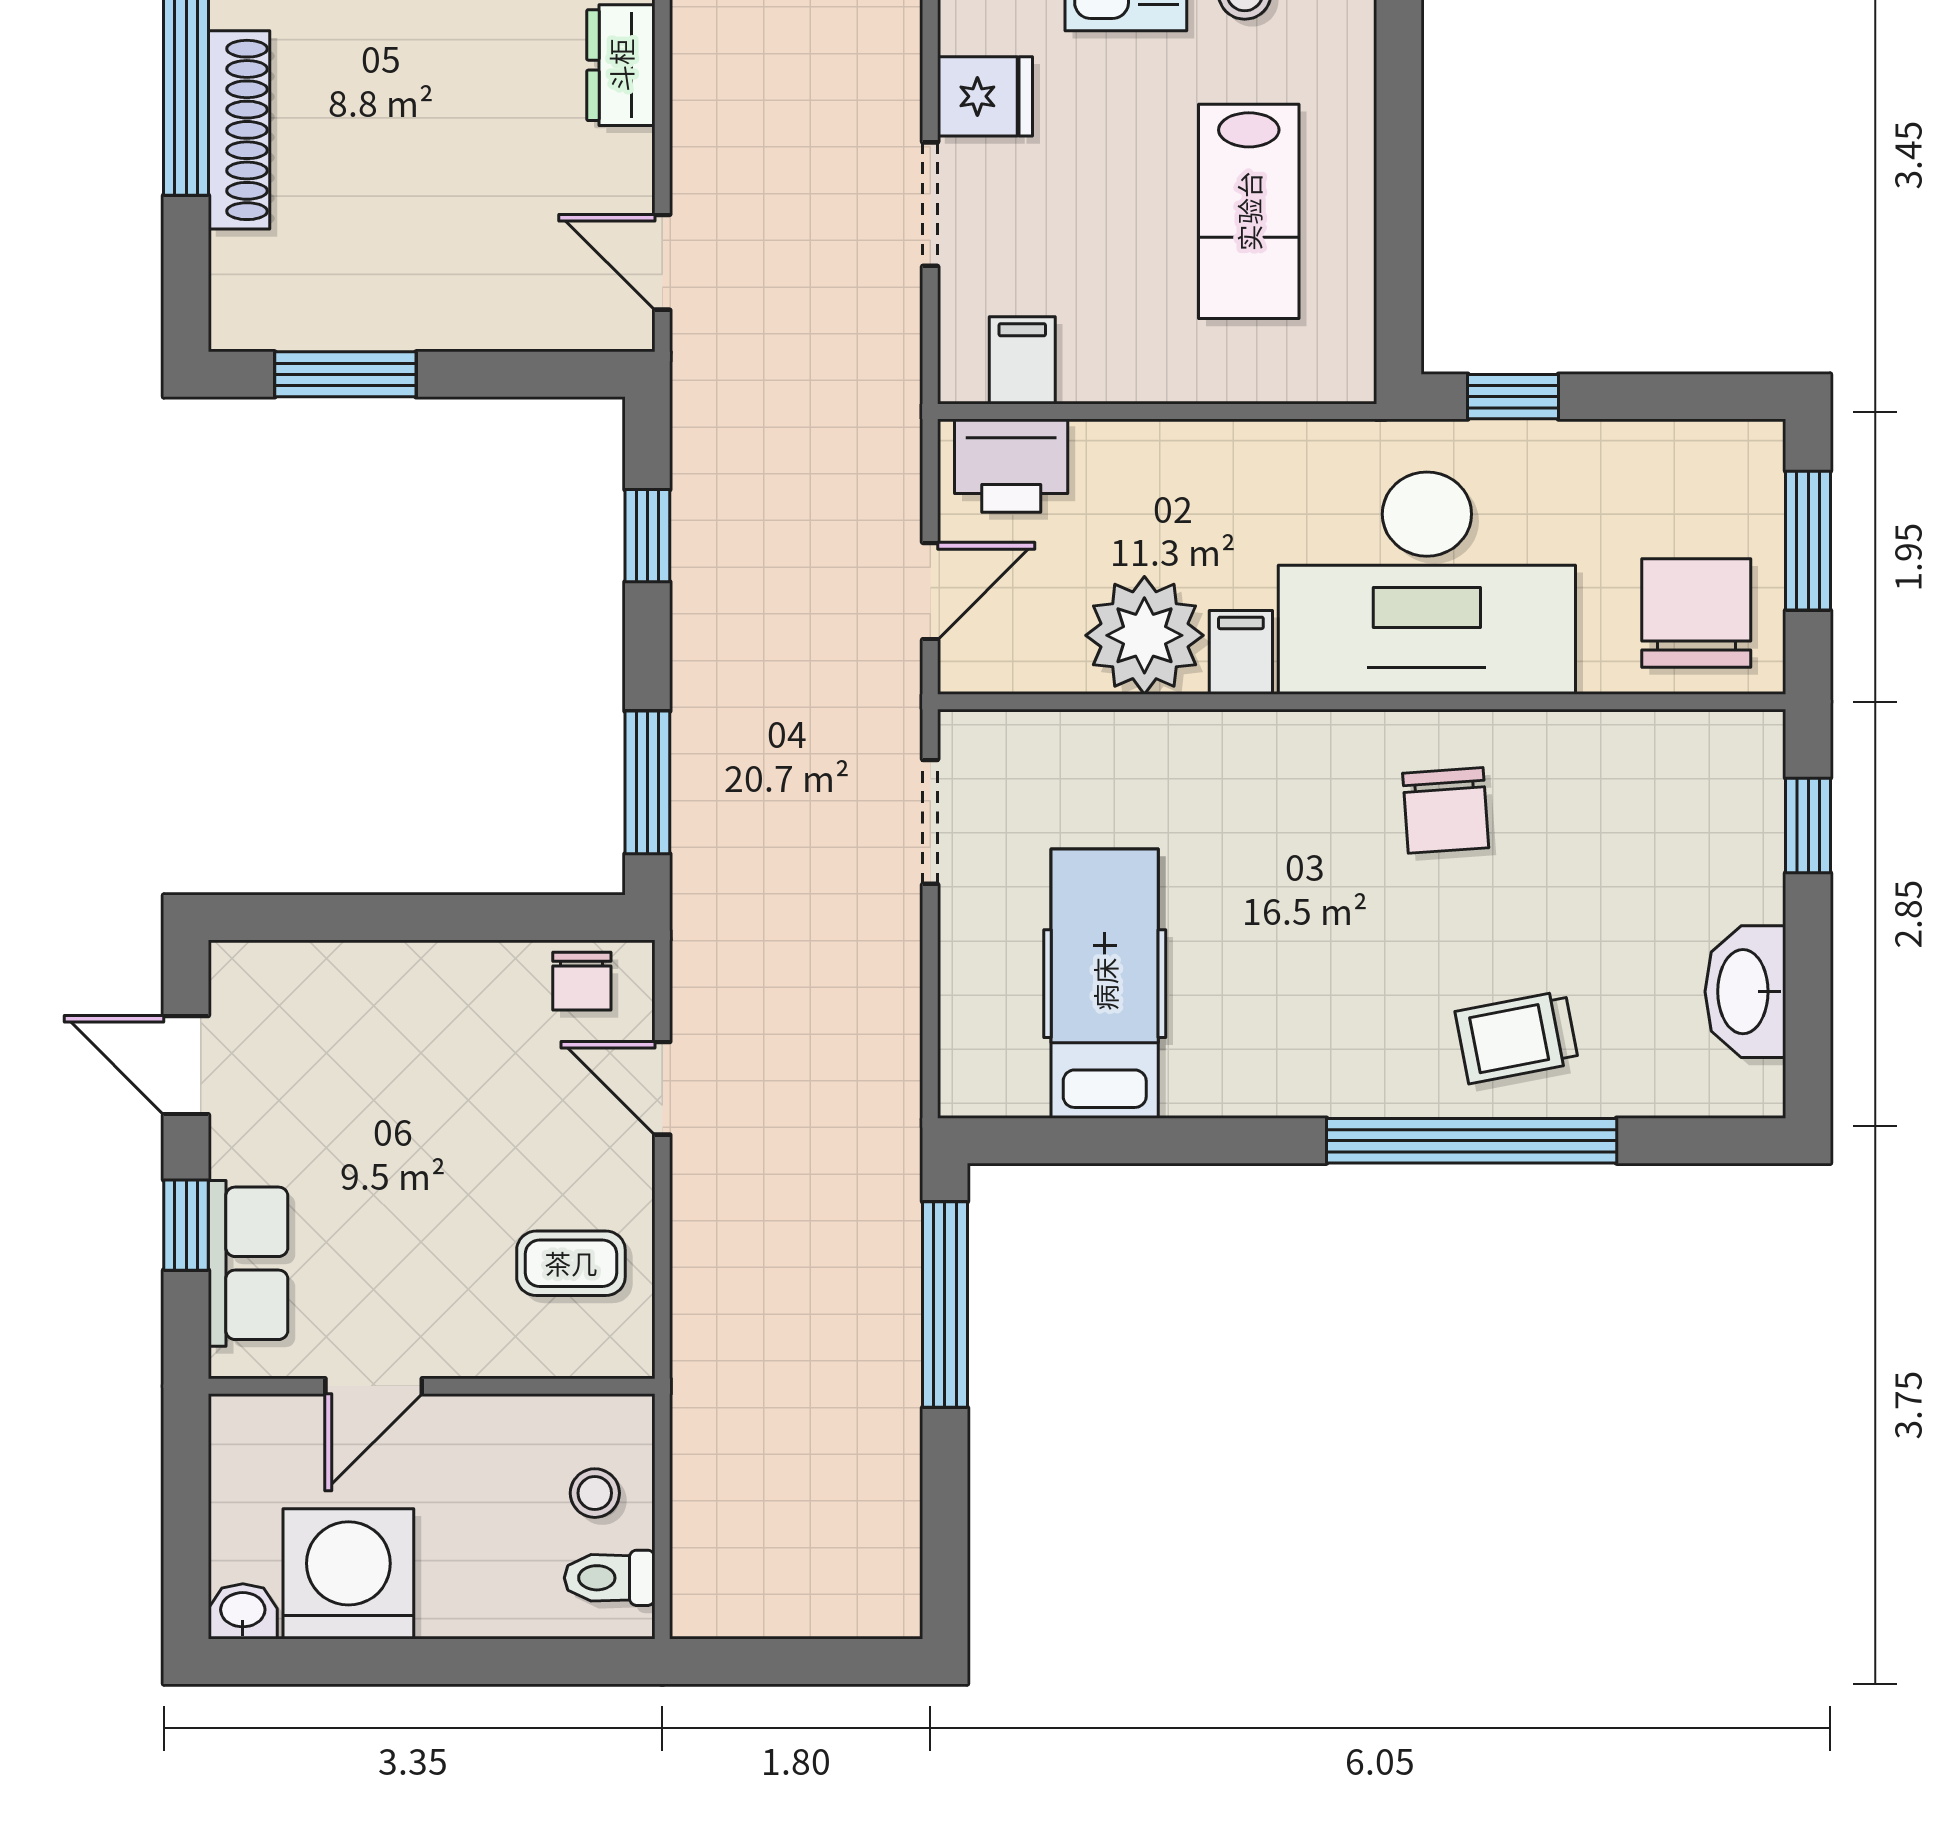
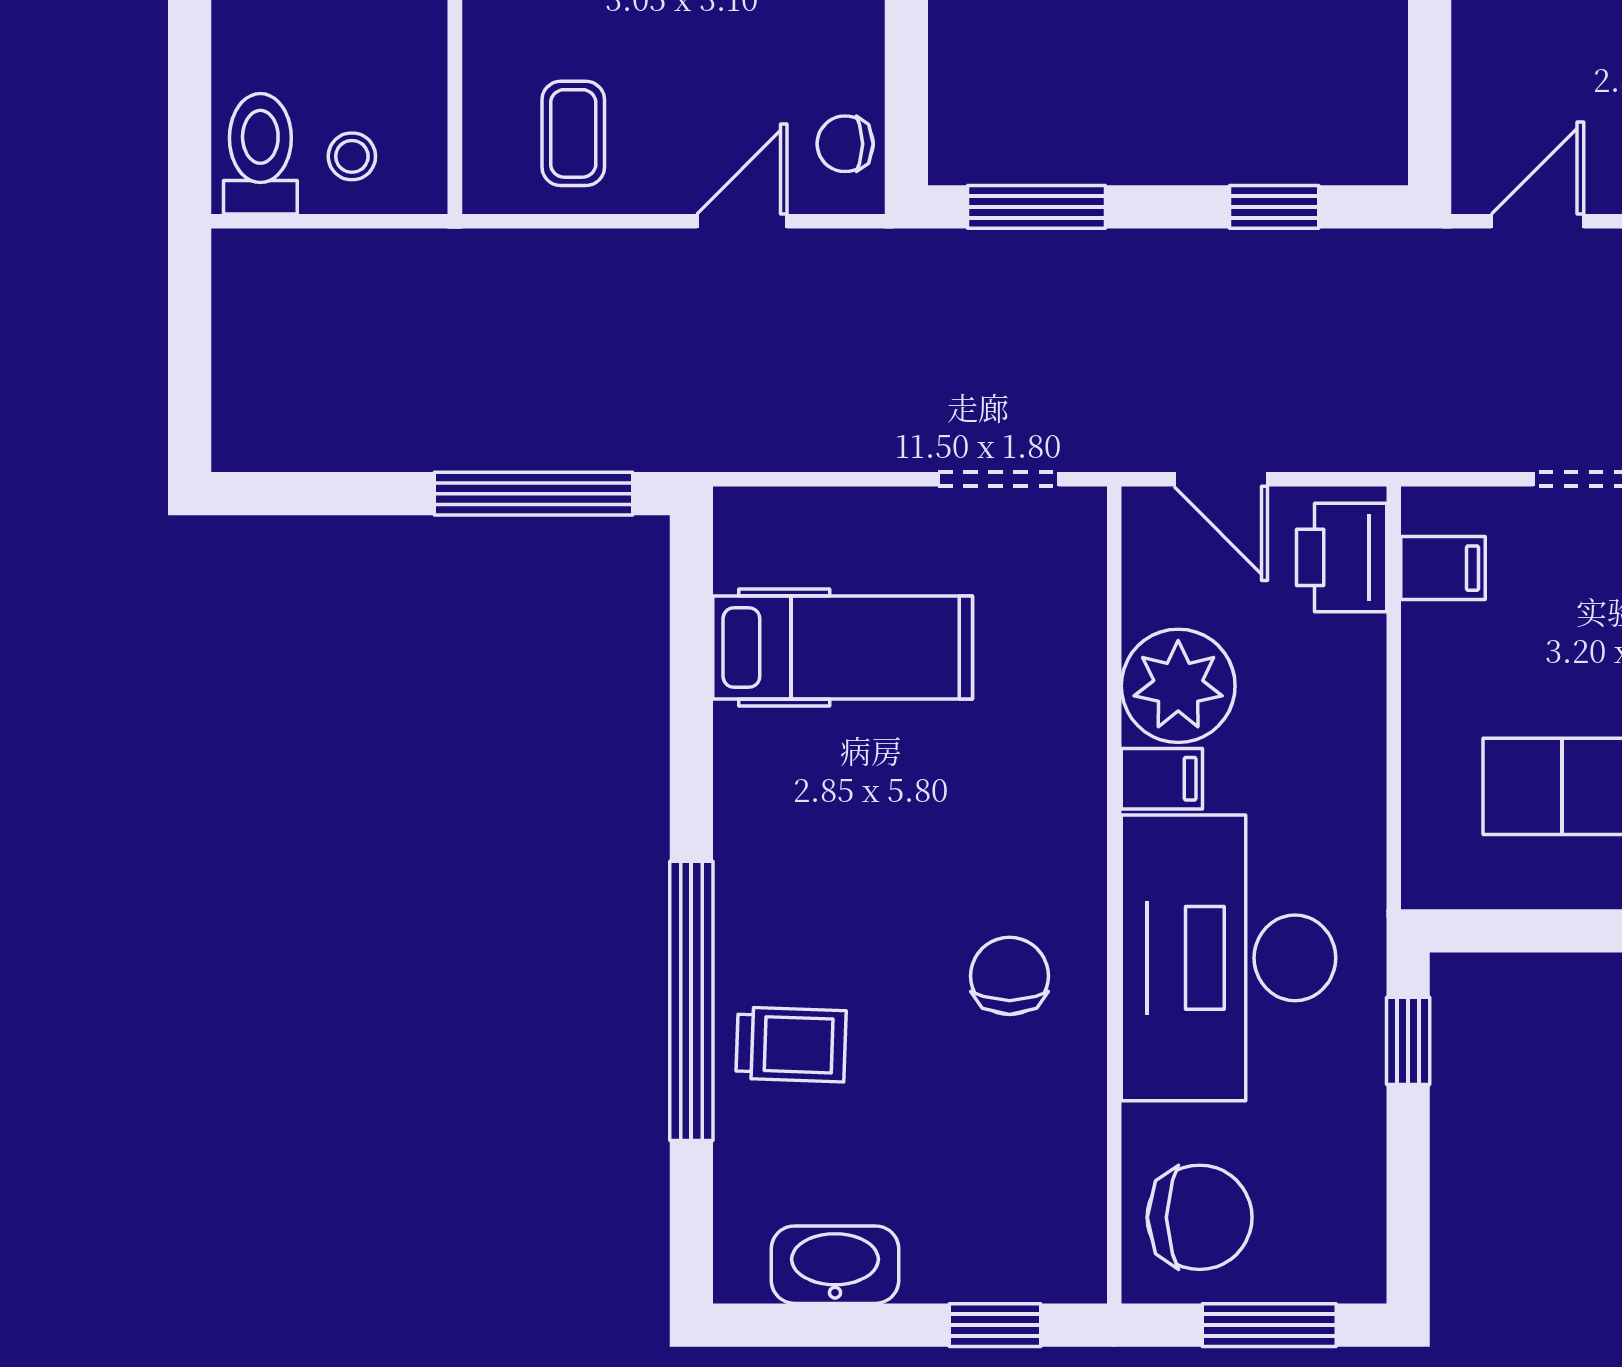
chair: (1446, 810) -> (1010, 976), turned 94
trolley: (1517, 1037) -> (791, 1044), turned 103
toilet: (610, 1578) -> (260, 154), width x1.37, depth x1.39

